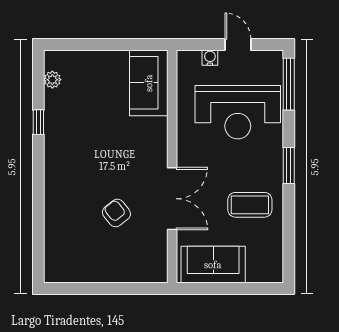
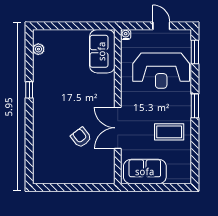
water cooler: (210, 58) -> (126, 35), moved
window: (289, 84) -> (195, 52), width x0.69
window: (38, 122) -> (29, 90), moved
double door: (172, 199) -> (118, 128), swing flipped

